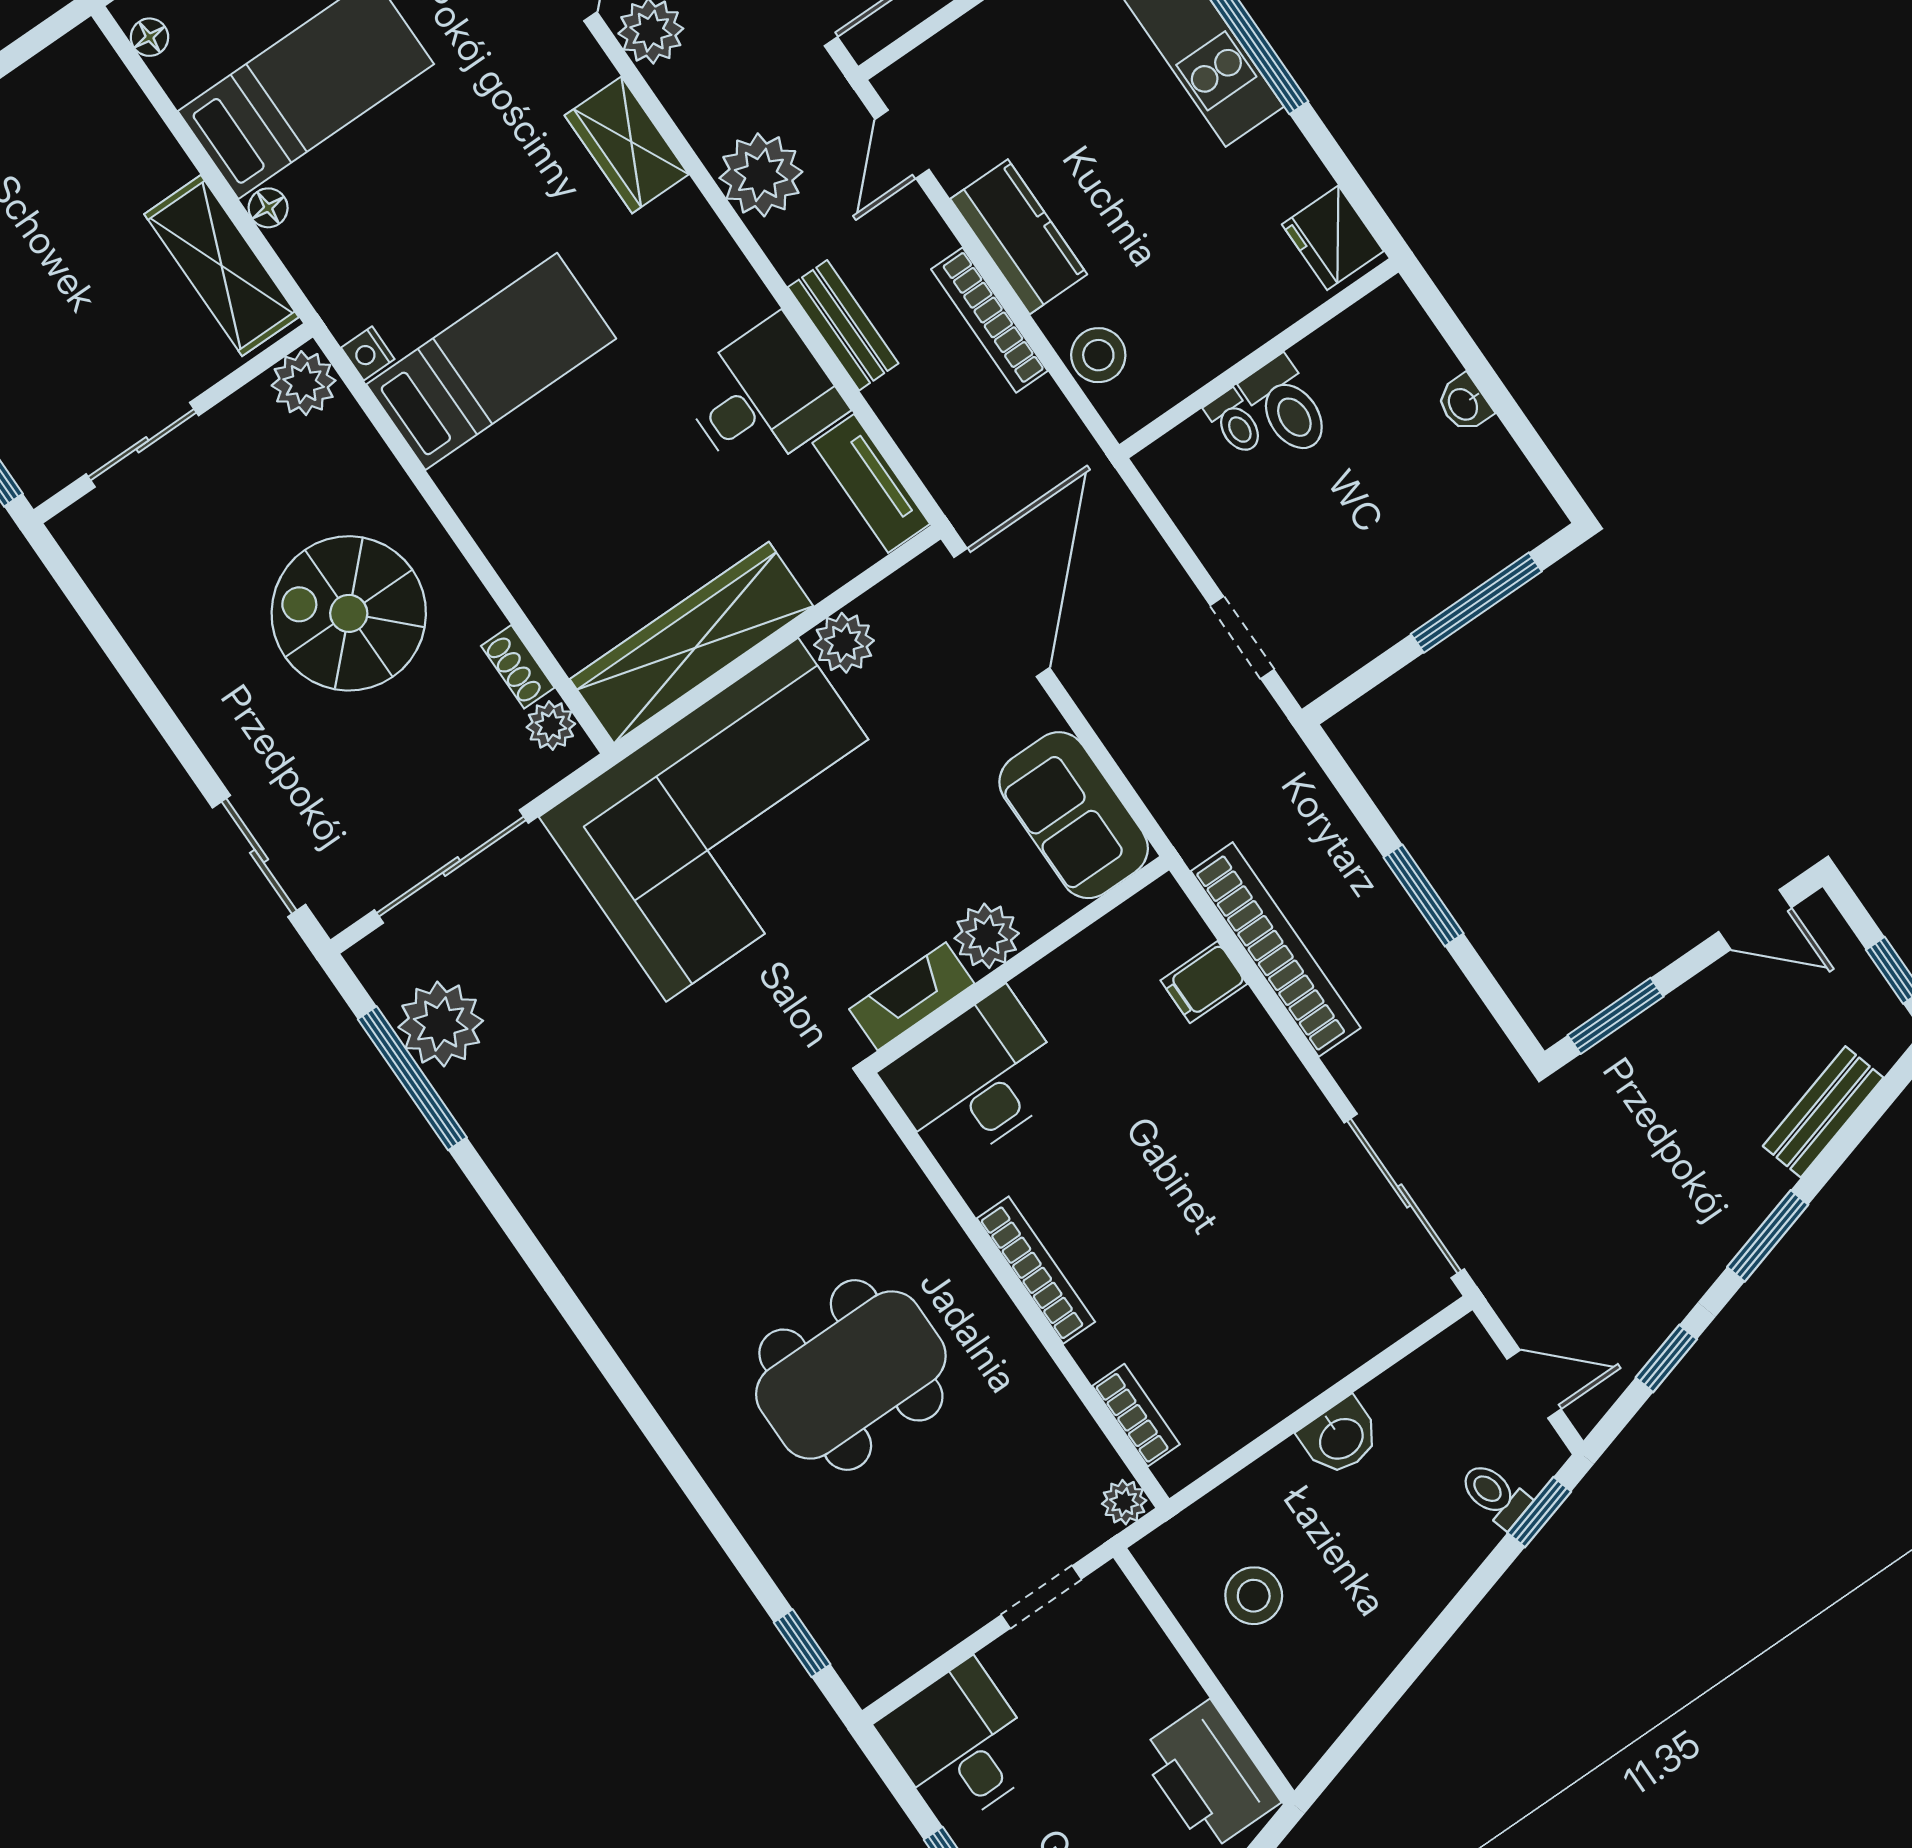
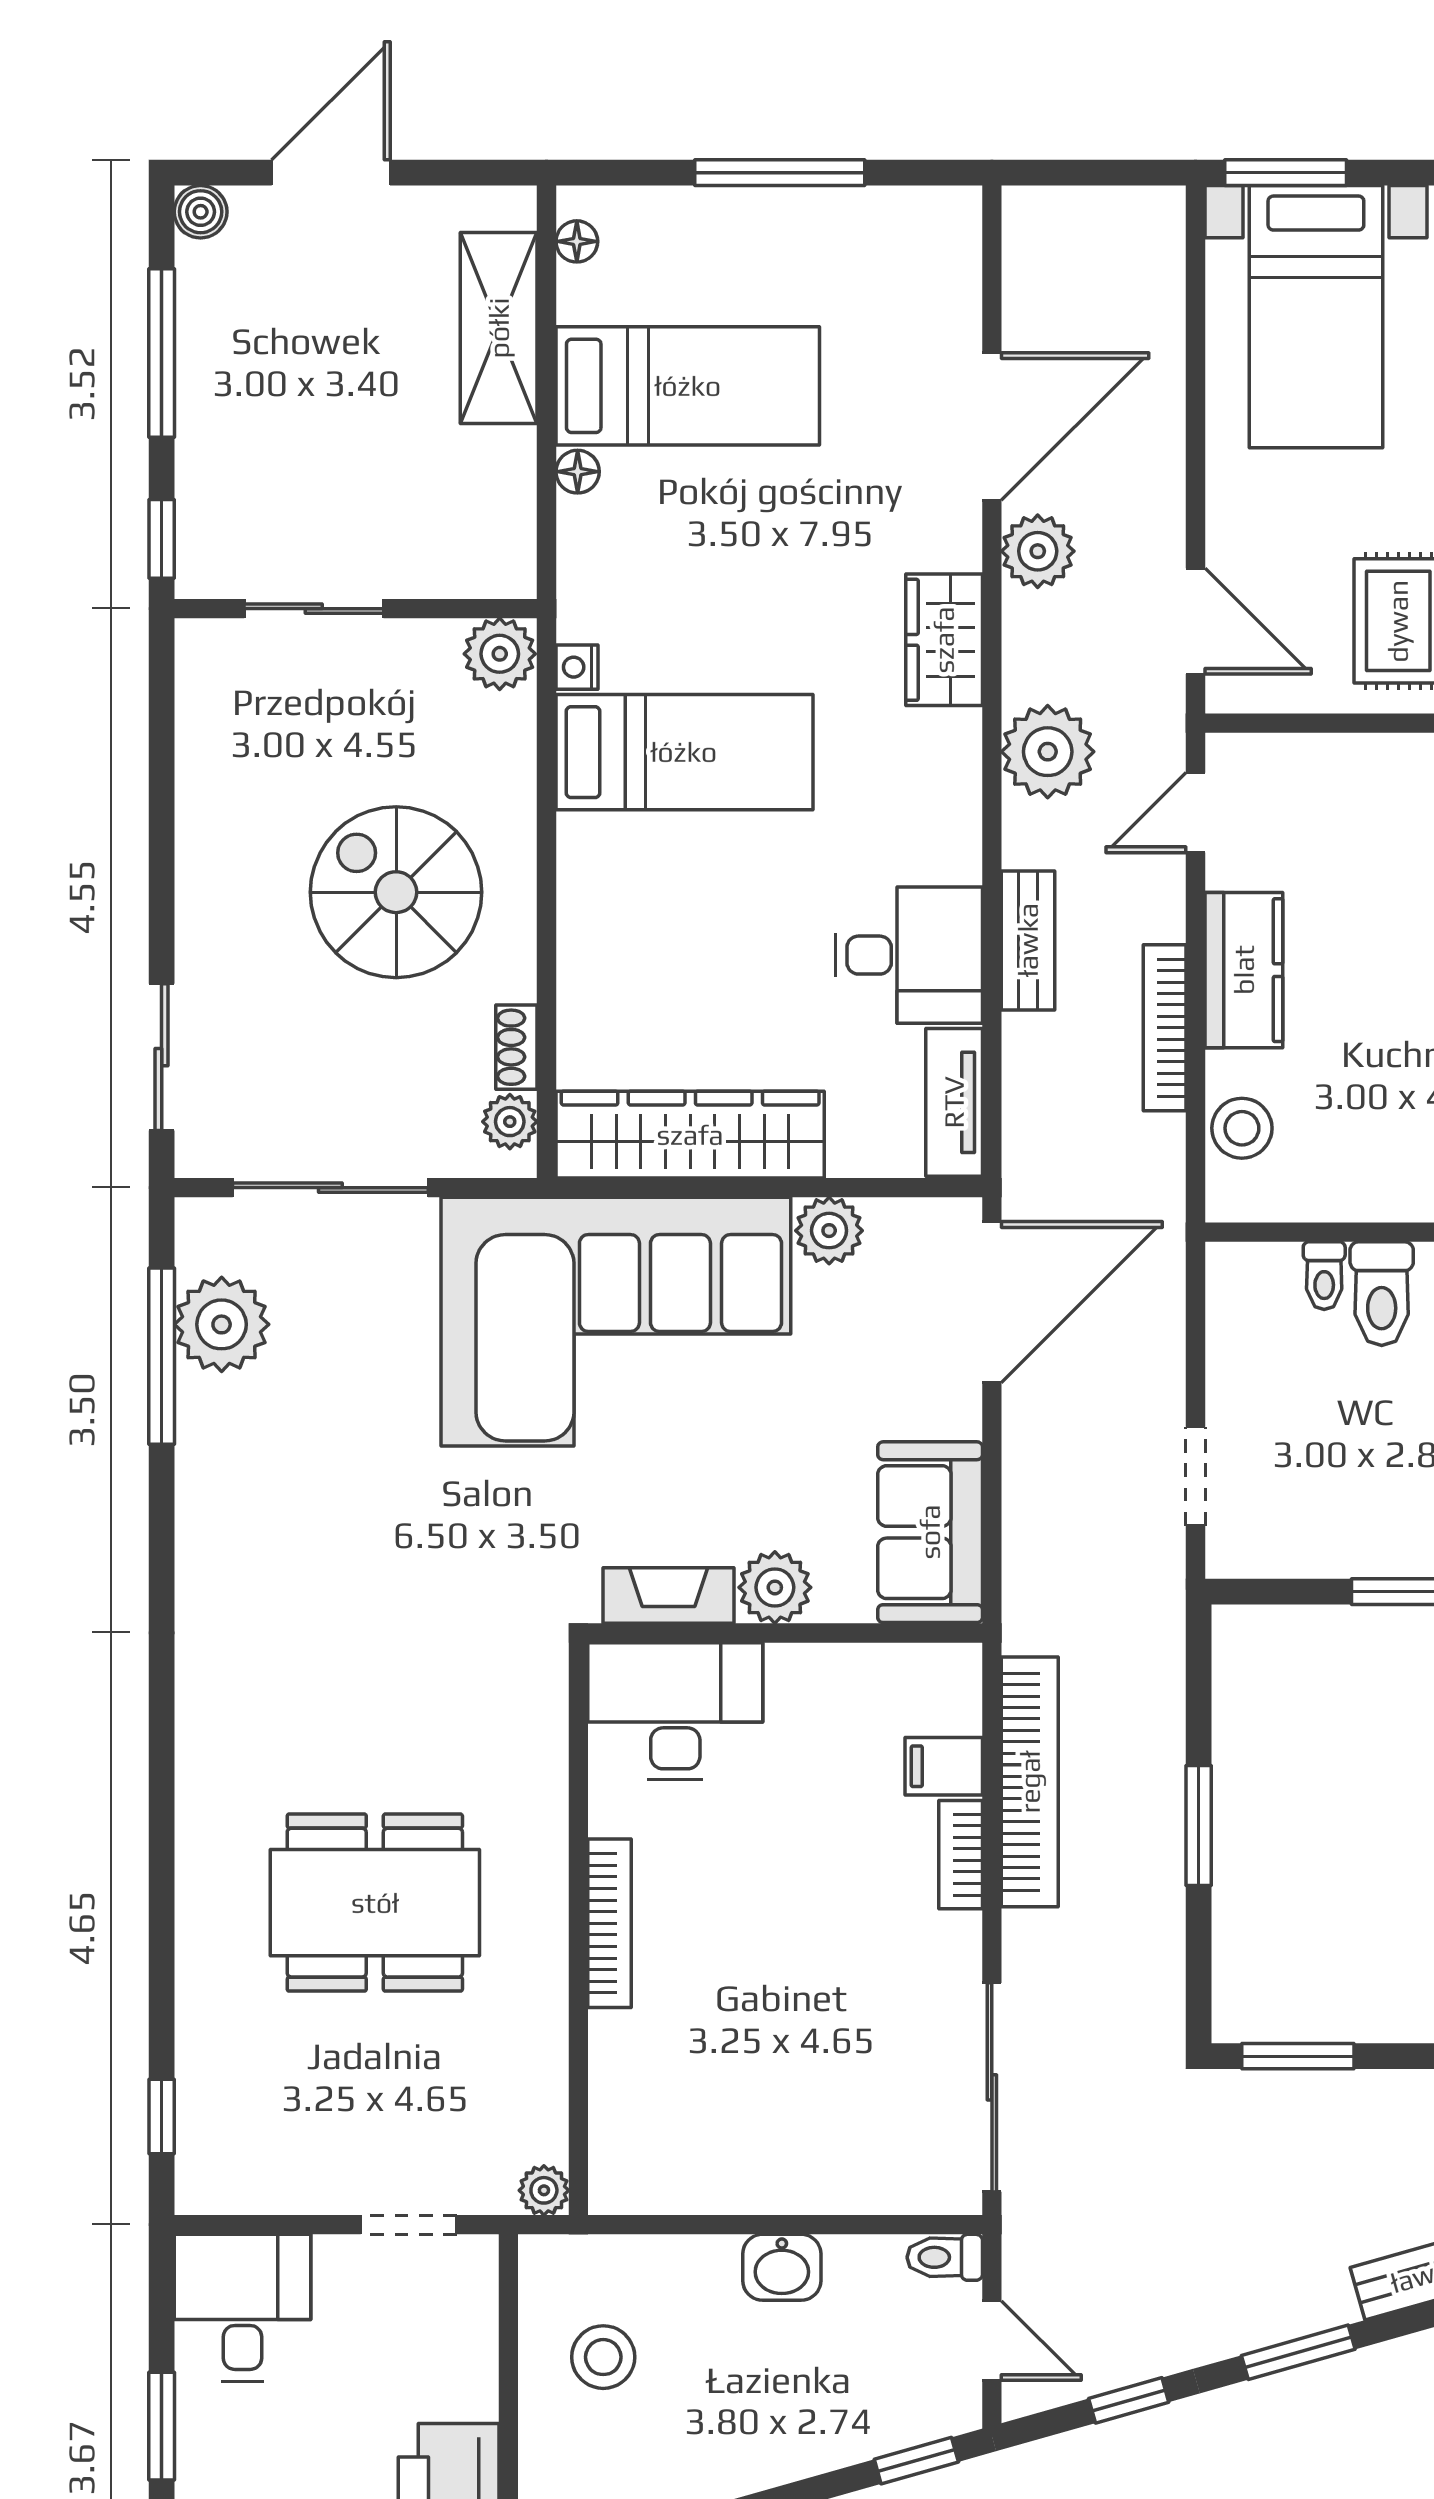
shelving: (221, 266) -> (499, 328), moved
bookcase: (1136, 1415) -> (961, 1855), moved, turned 180
toilet: (1495, 1495) -> (945, 2257), moved, turned -74

